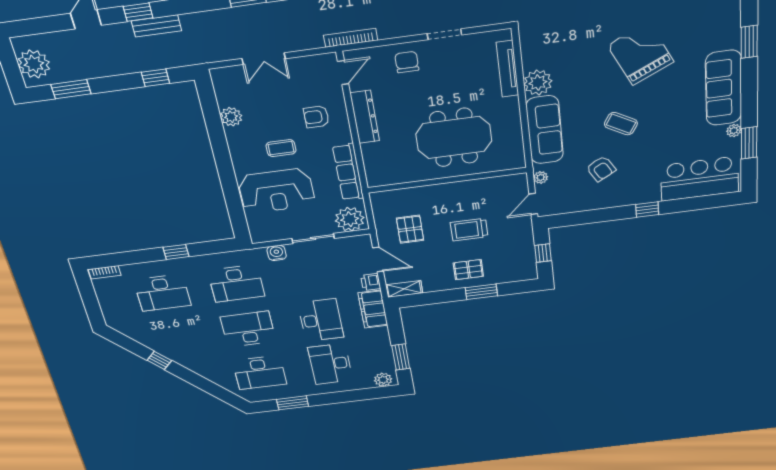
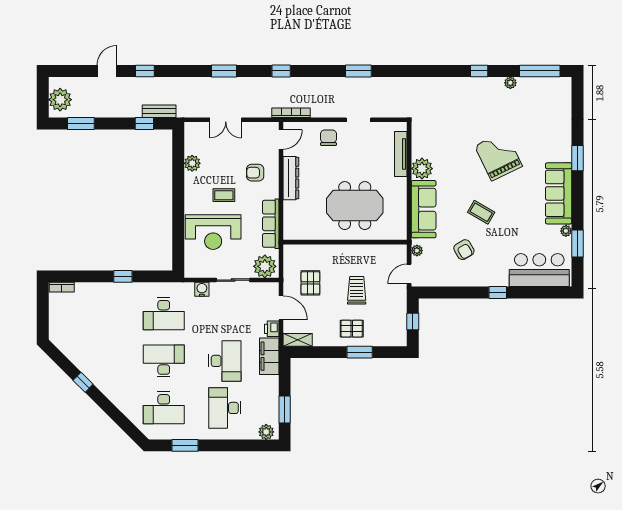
bench: (156, 26) -> (159, 111), moved
trolley: (469, 230) -> (357, 290), turned 90
desk: (162, 293) -> (103, 314), removed

